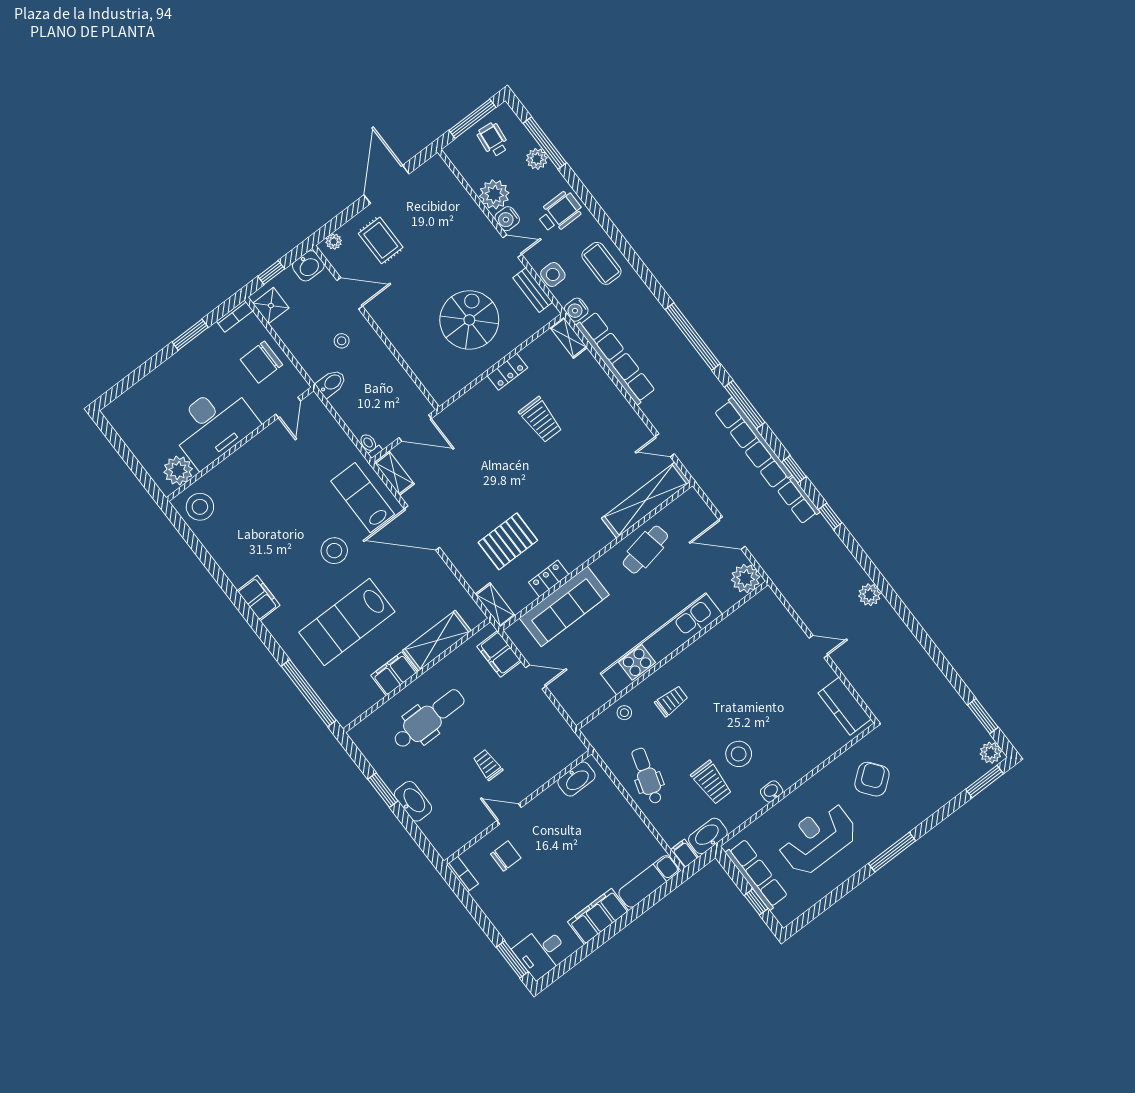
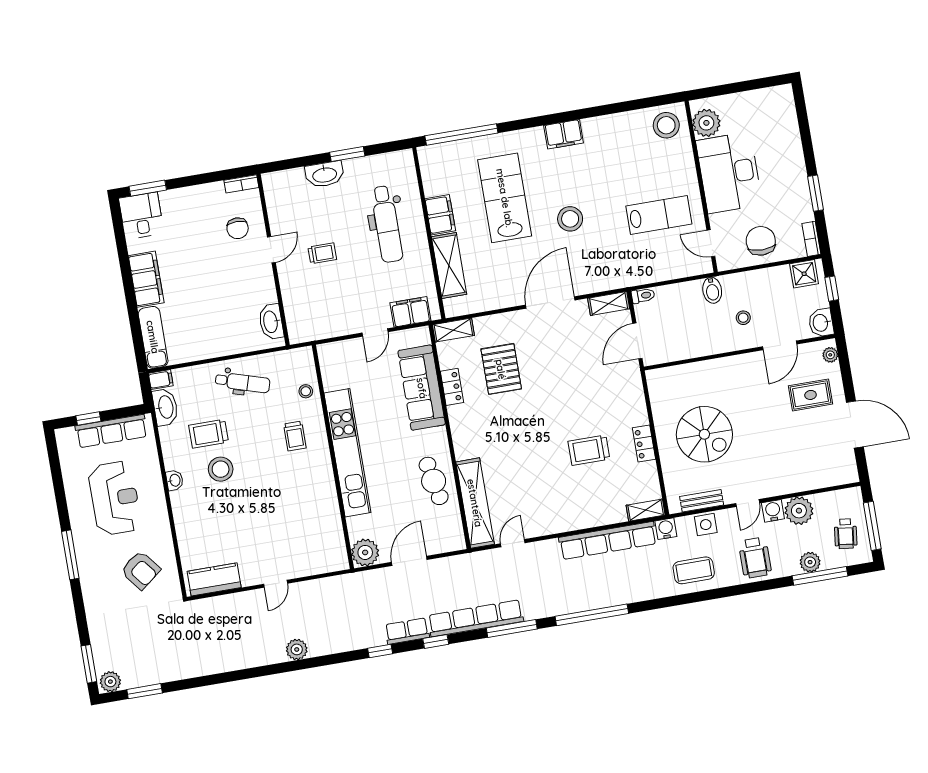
wheelchair: (493, 140) -> (846, 534), turned 91
lab bench: (363, 498) -> (659, 215), moved

